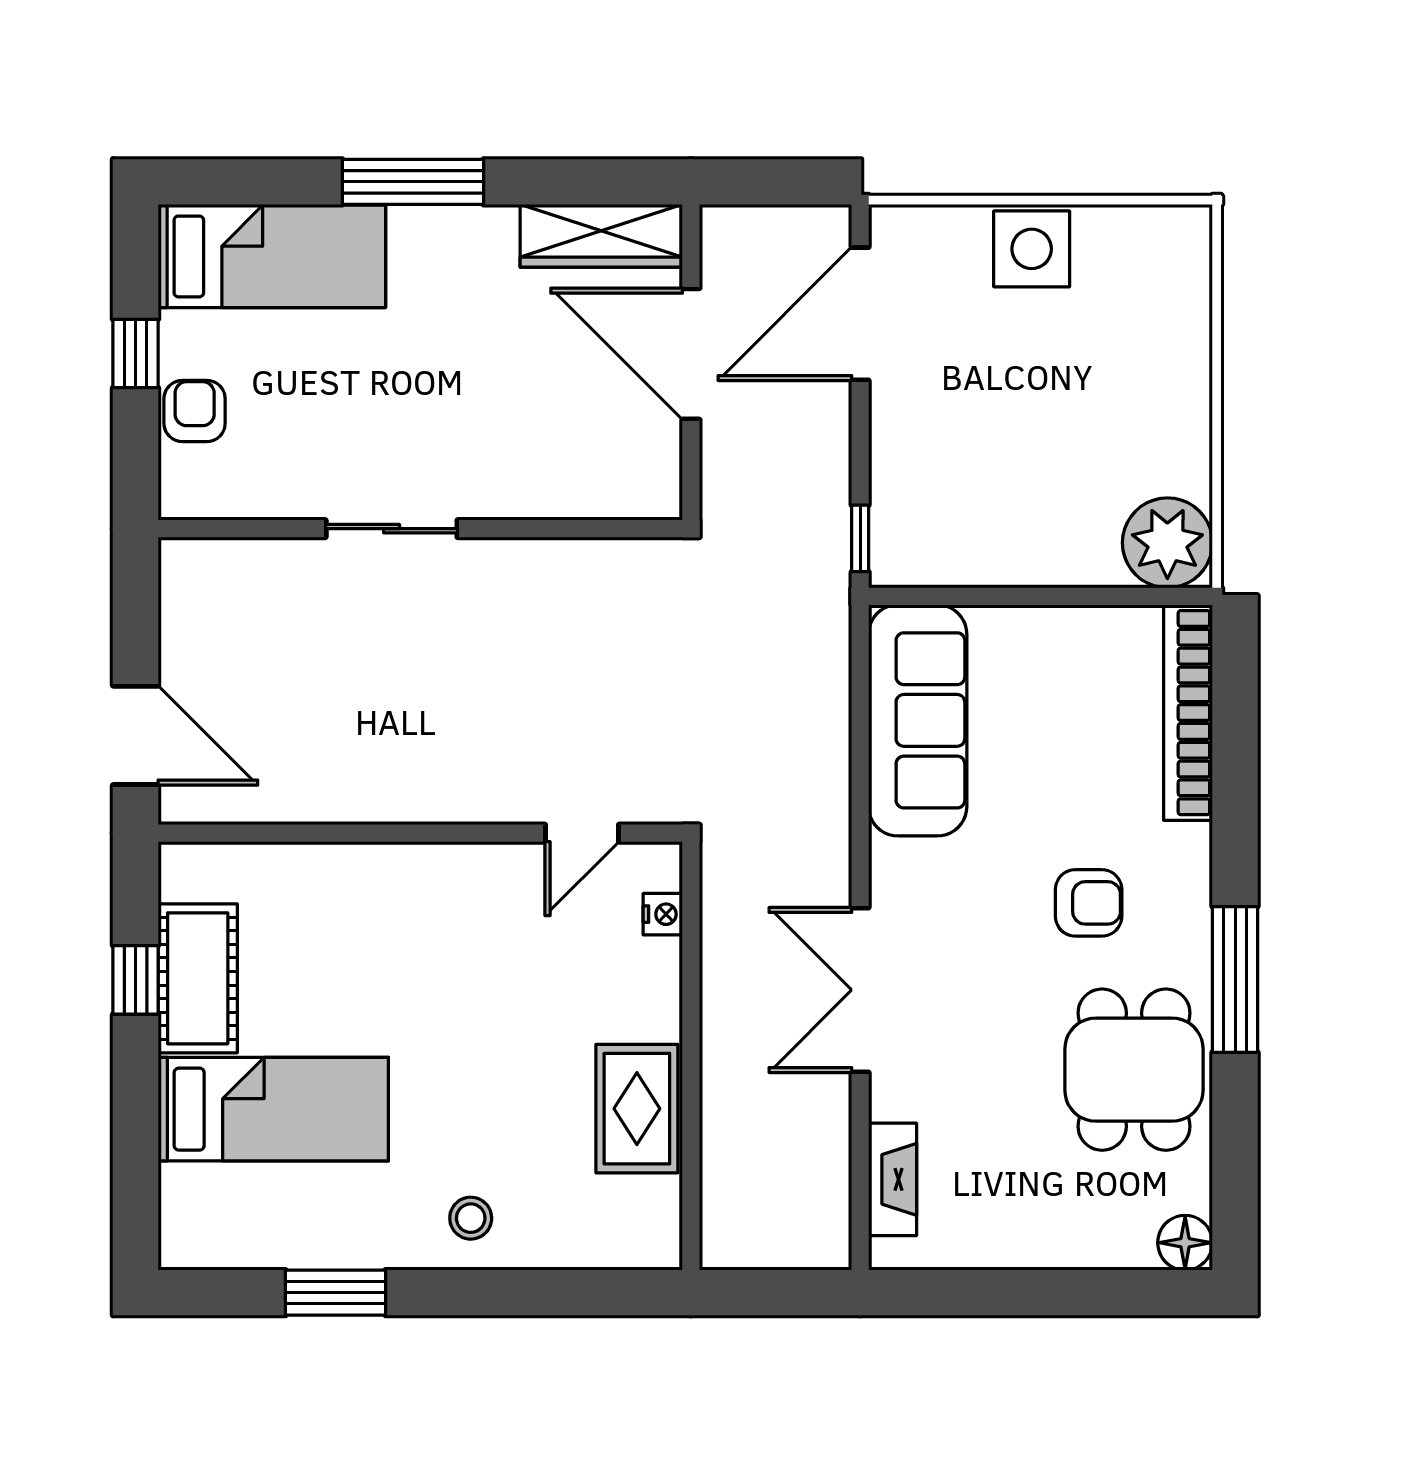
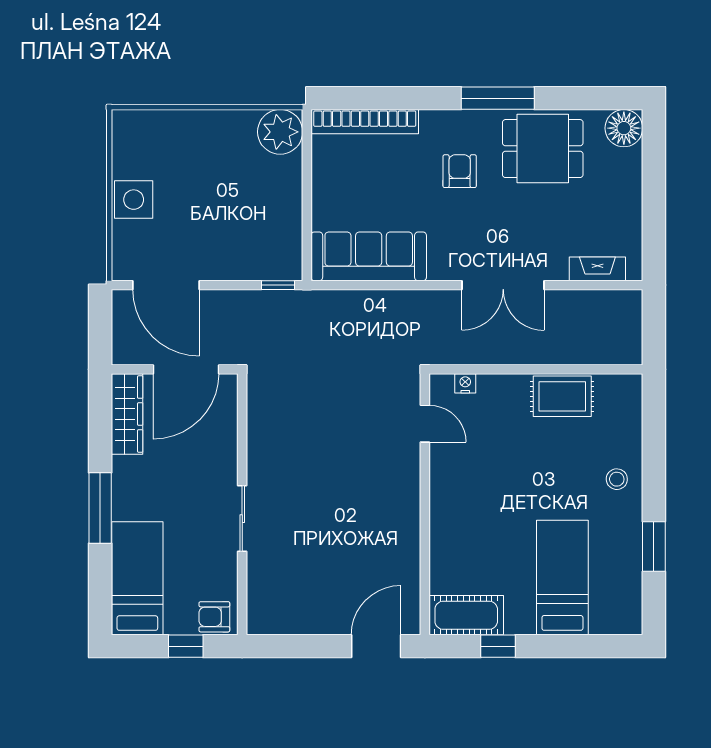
sliding door: (392, 529) -> (242, 519), moved
wall: (420, 529) -> (242, 504), moved
cot: (198, 978) -> (466, 615), moved
floor lamp: (1185, 1243) -> (624, 128), width x1.38, depth x1.38

